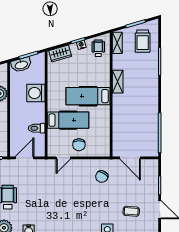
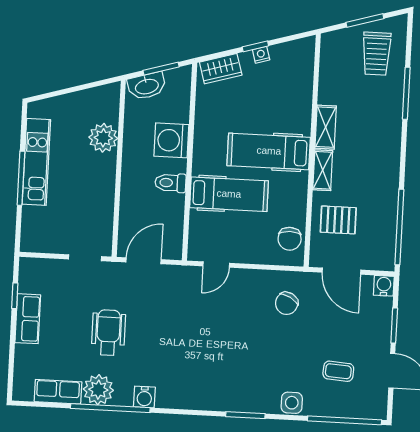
shelving: (117, 43) -> (323, 170), moved
wheelchair: (98, 48) -> (293, 63), removed
toilet: (37, 128) -> (170, 183), moved
pallet: (127, 131) -> (338, 220), added
chair: (79, 145) -> (290, 239), moved
water cooler: (153, 164) -> (384, 286), added

